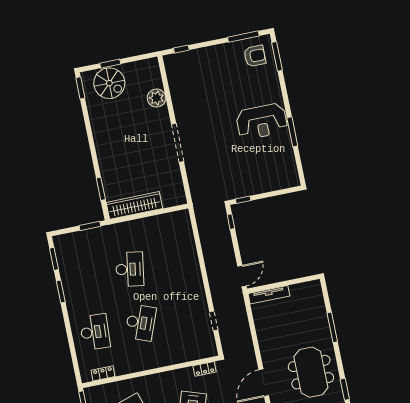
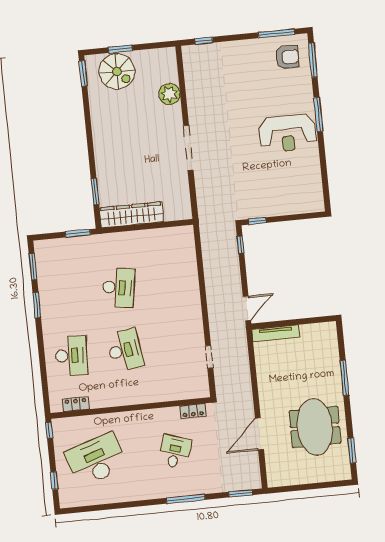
window: (292, 132) -> (318, 114), moved
desk: (141, 323) -> (125, 350), turned -30

